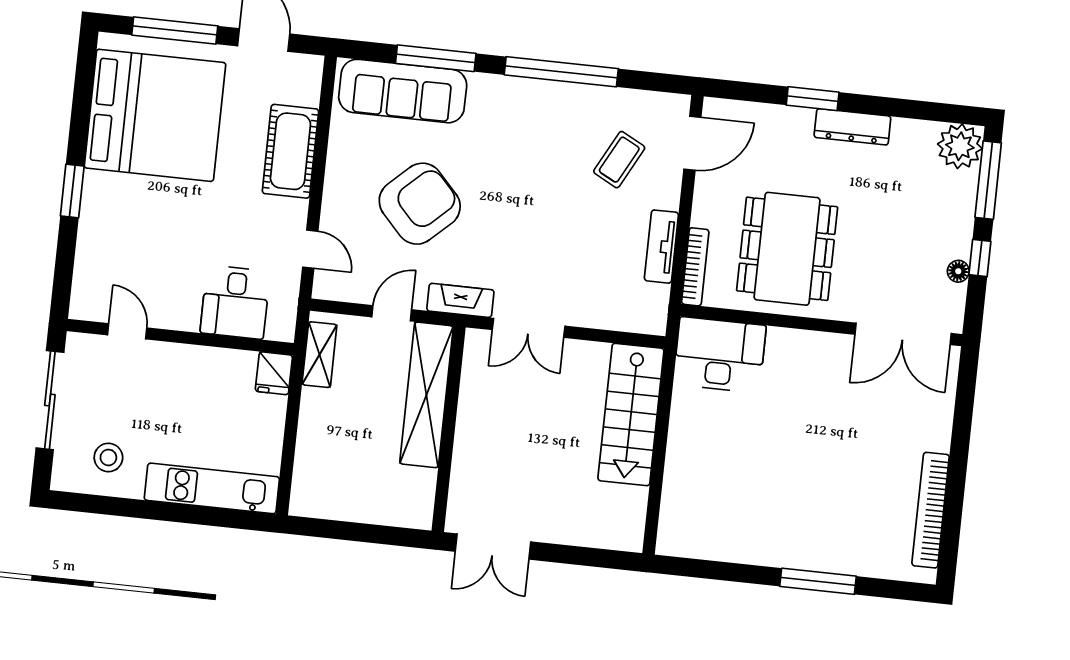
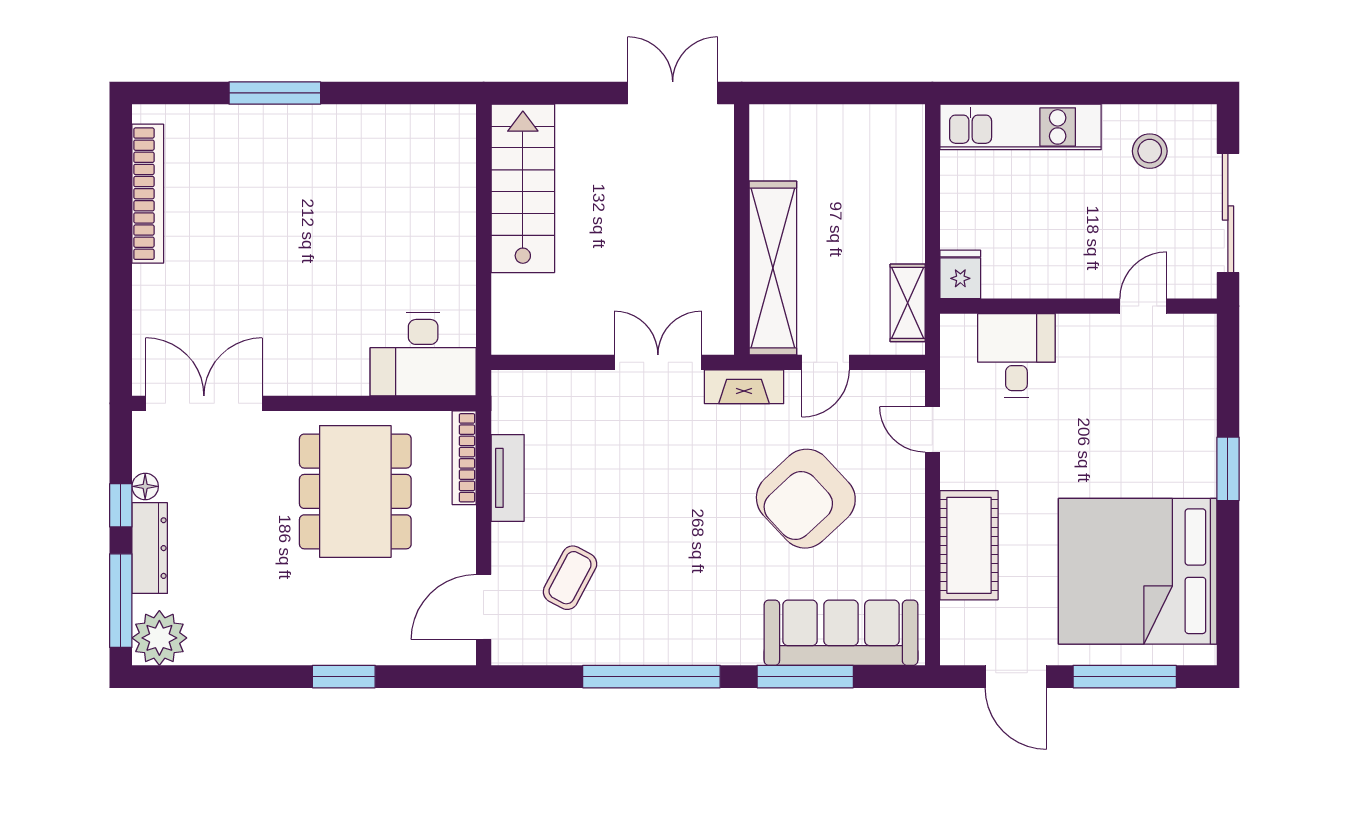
dresser: (852, 127) -> (150, 548), moved, turned 90
door: (127, 331) -> (1143, 306), swing flipped
stairs: (631, 415) -> (523, 188), moved

